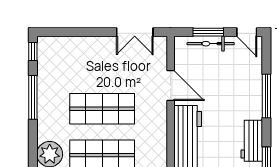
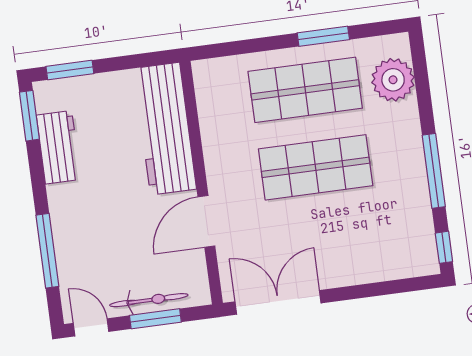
double door: (135, 32) -> (278, 302), width x1.37
door: (171, 86) -> (206, 221), hinge flipped
window: (266, 96) -> (47, 251), moved

